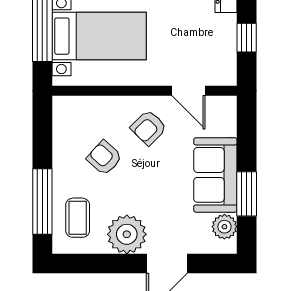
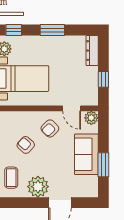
plant: (224, 227) -> (91, 118), moved

